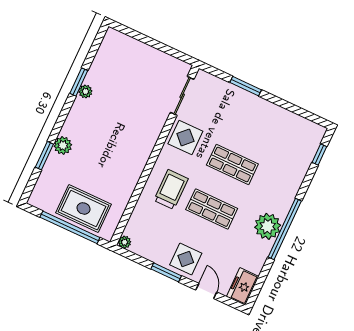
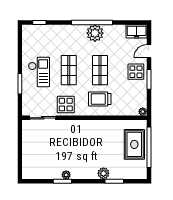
checkout: (250, 121) -> (39, 72), added

